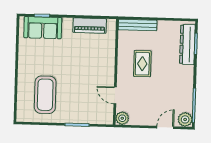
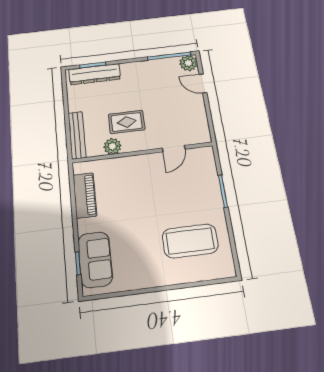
plant: (122, 118) -> (112, 146), moved

